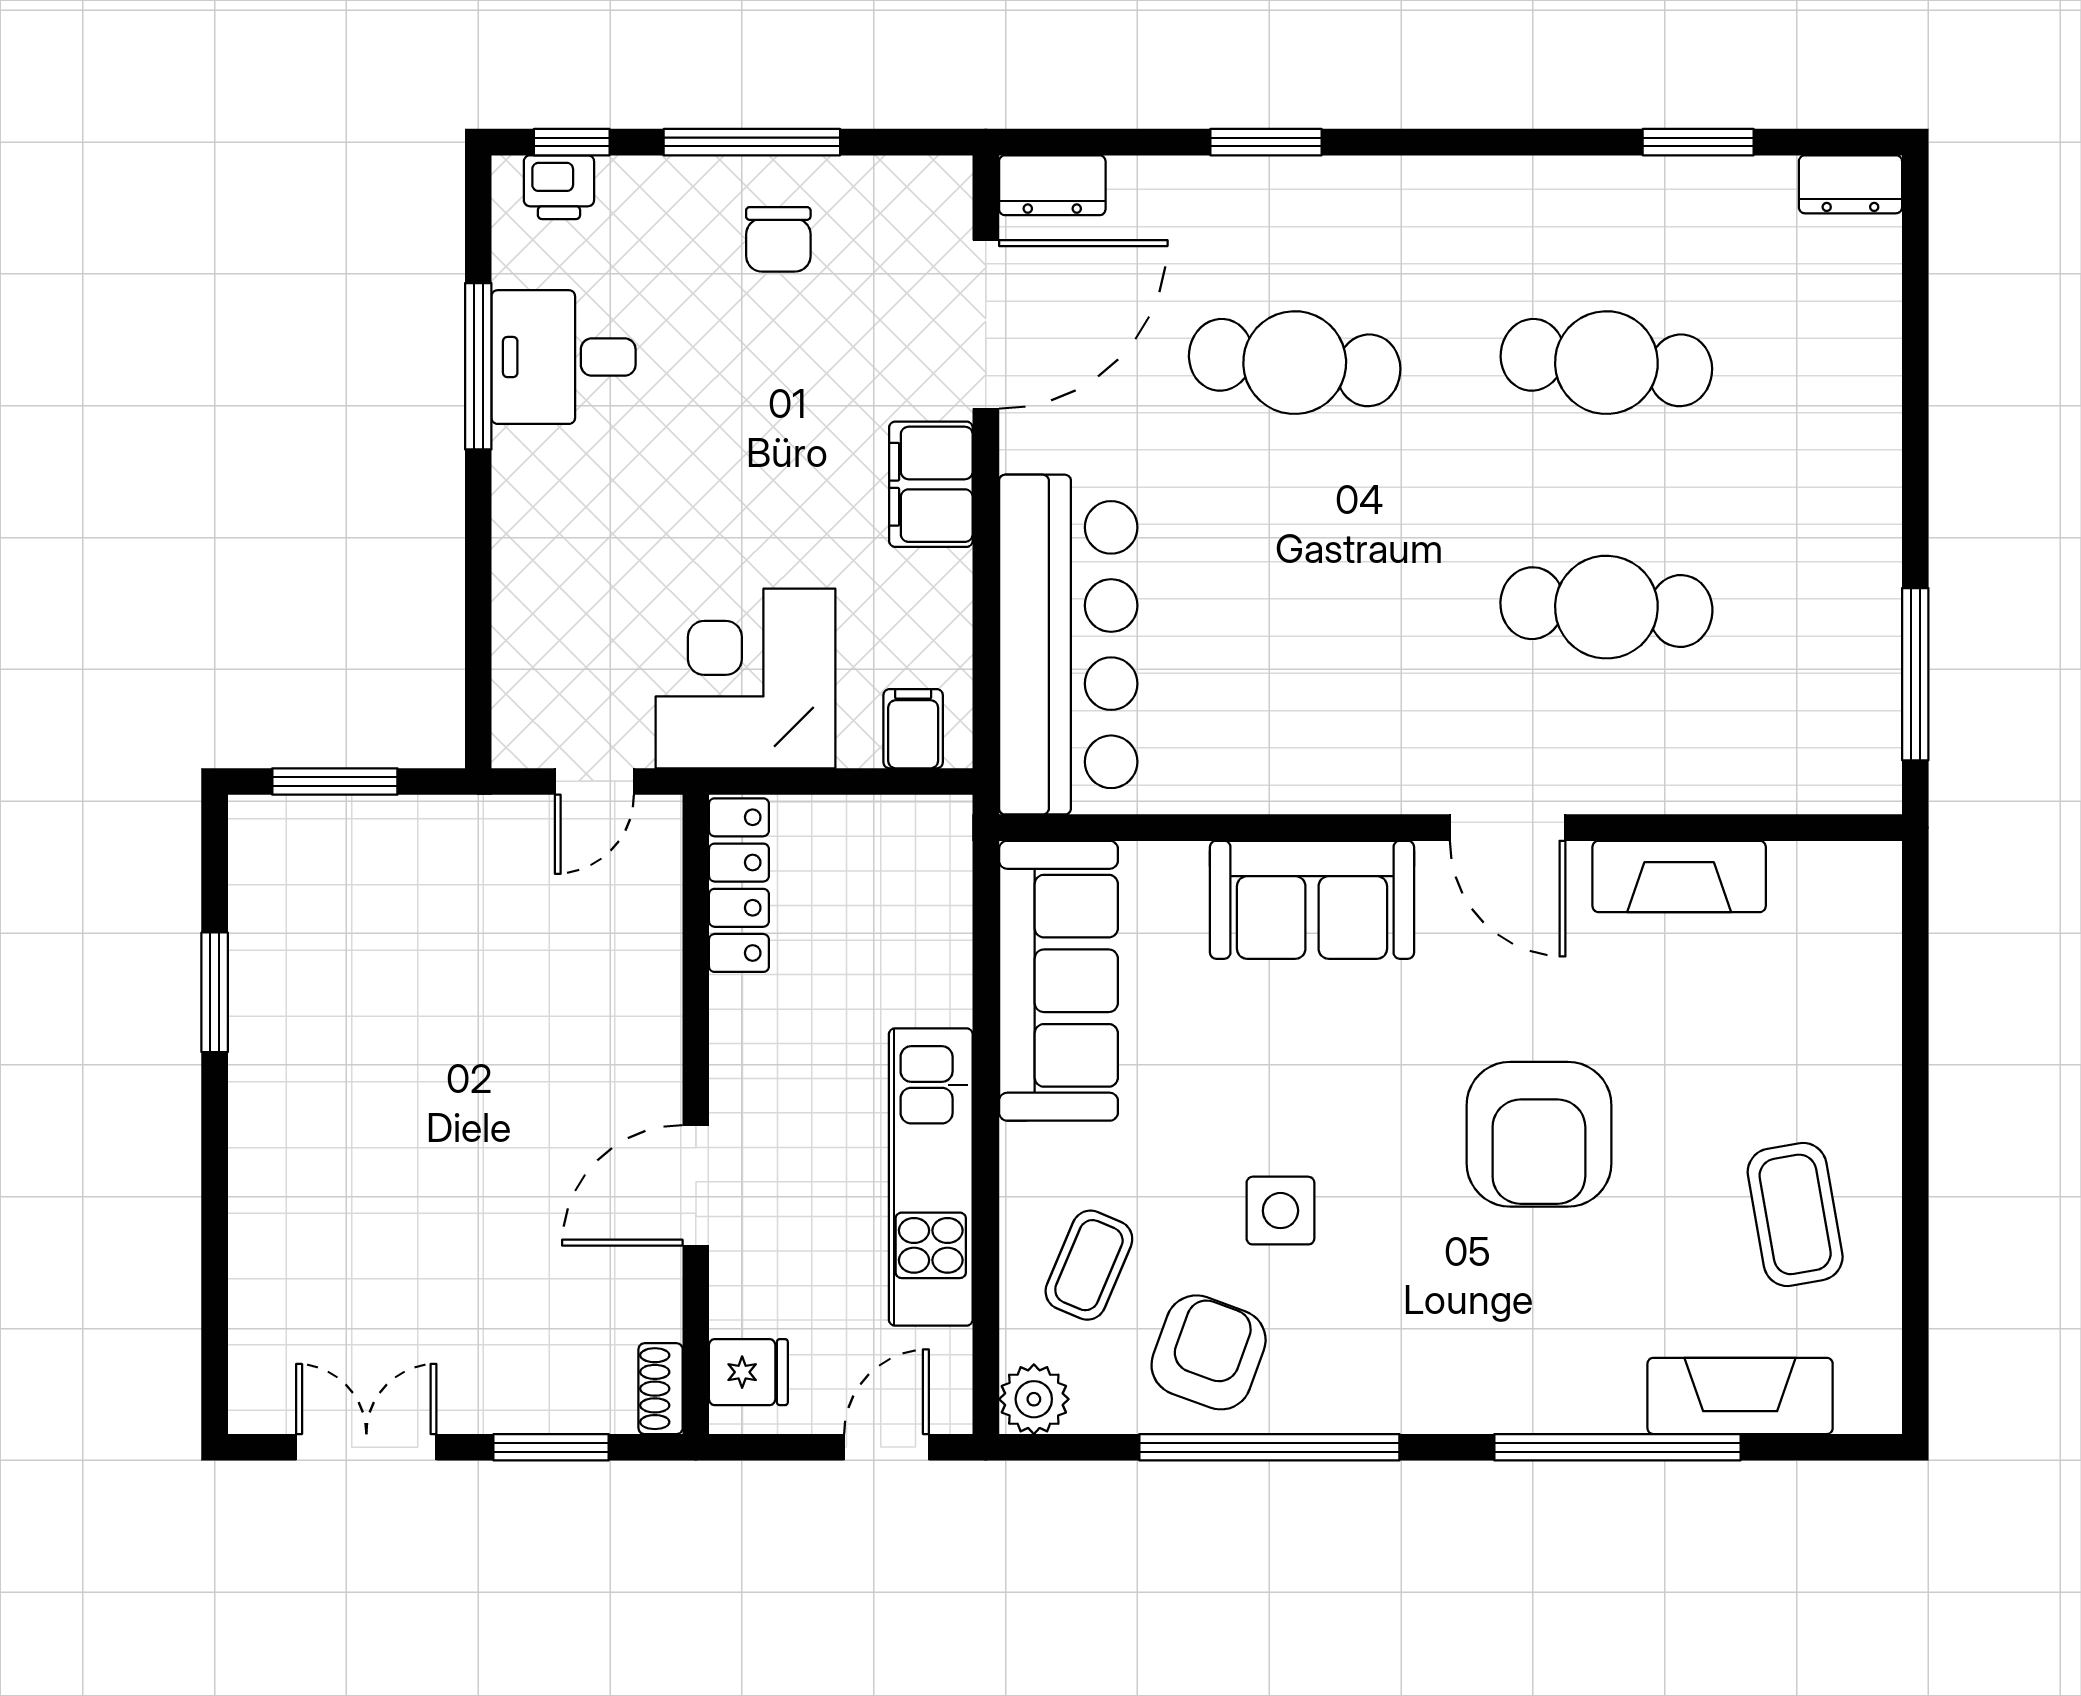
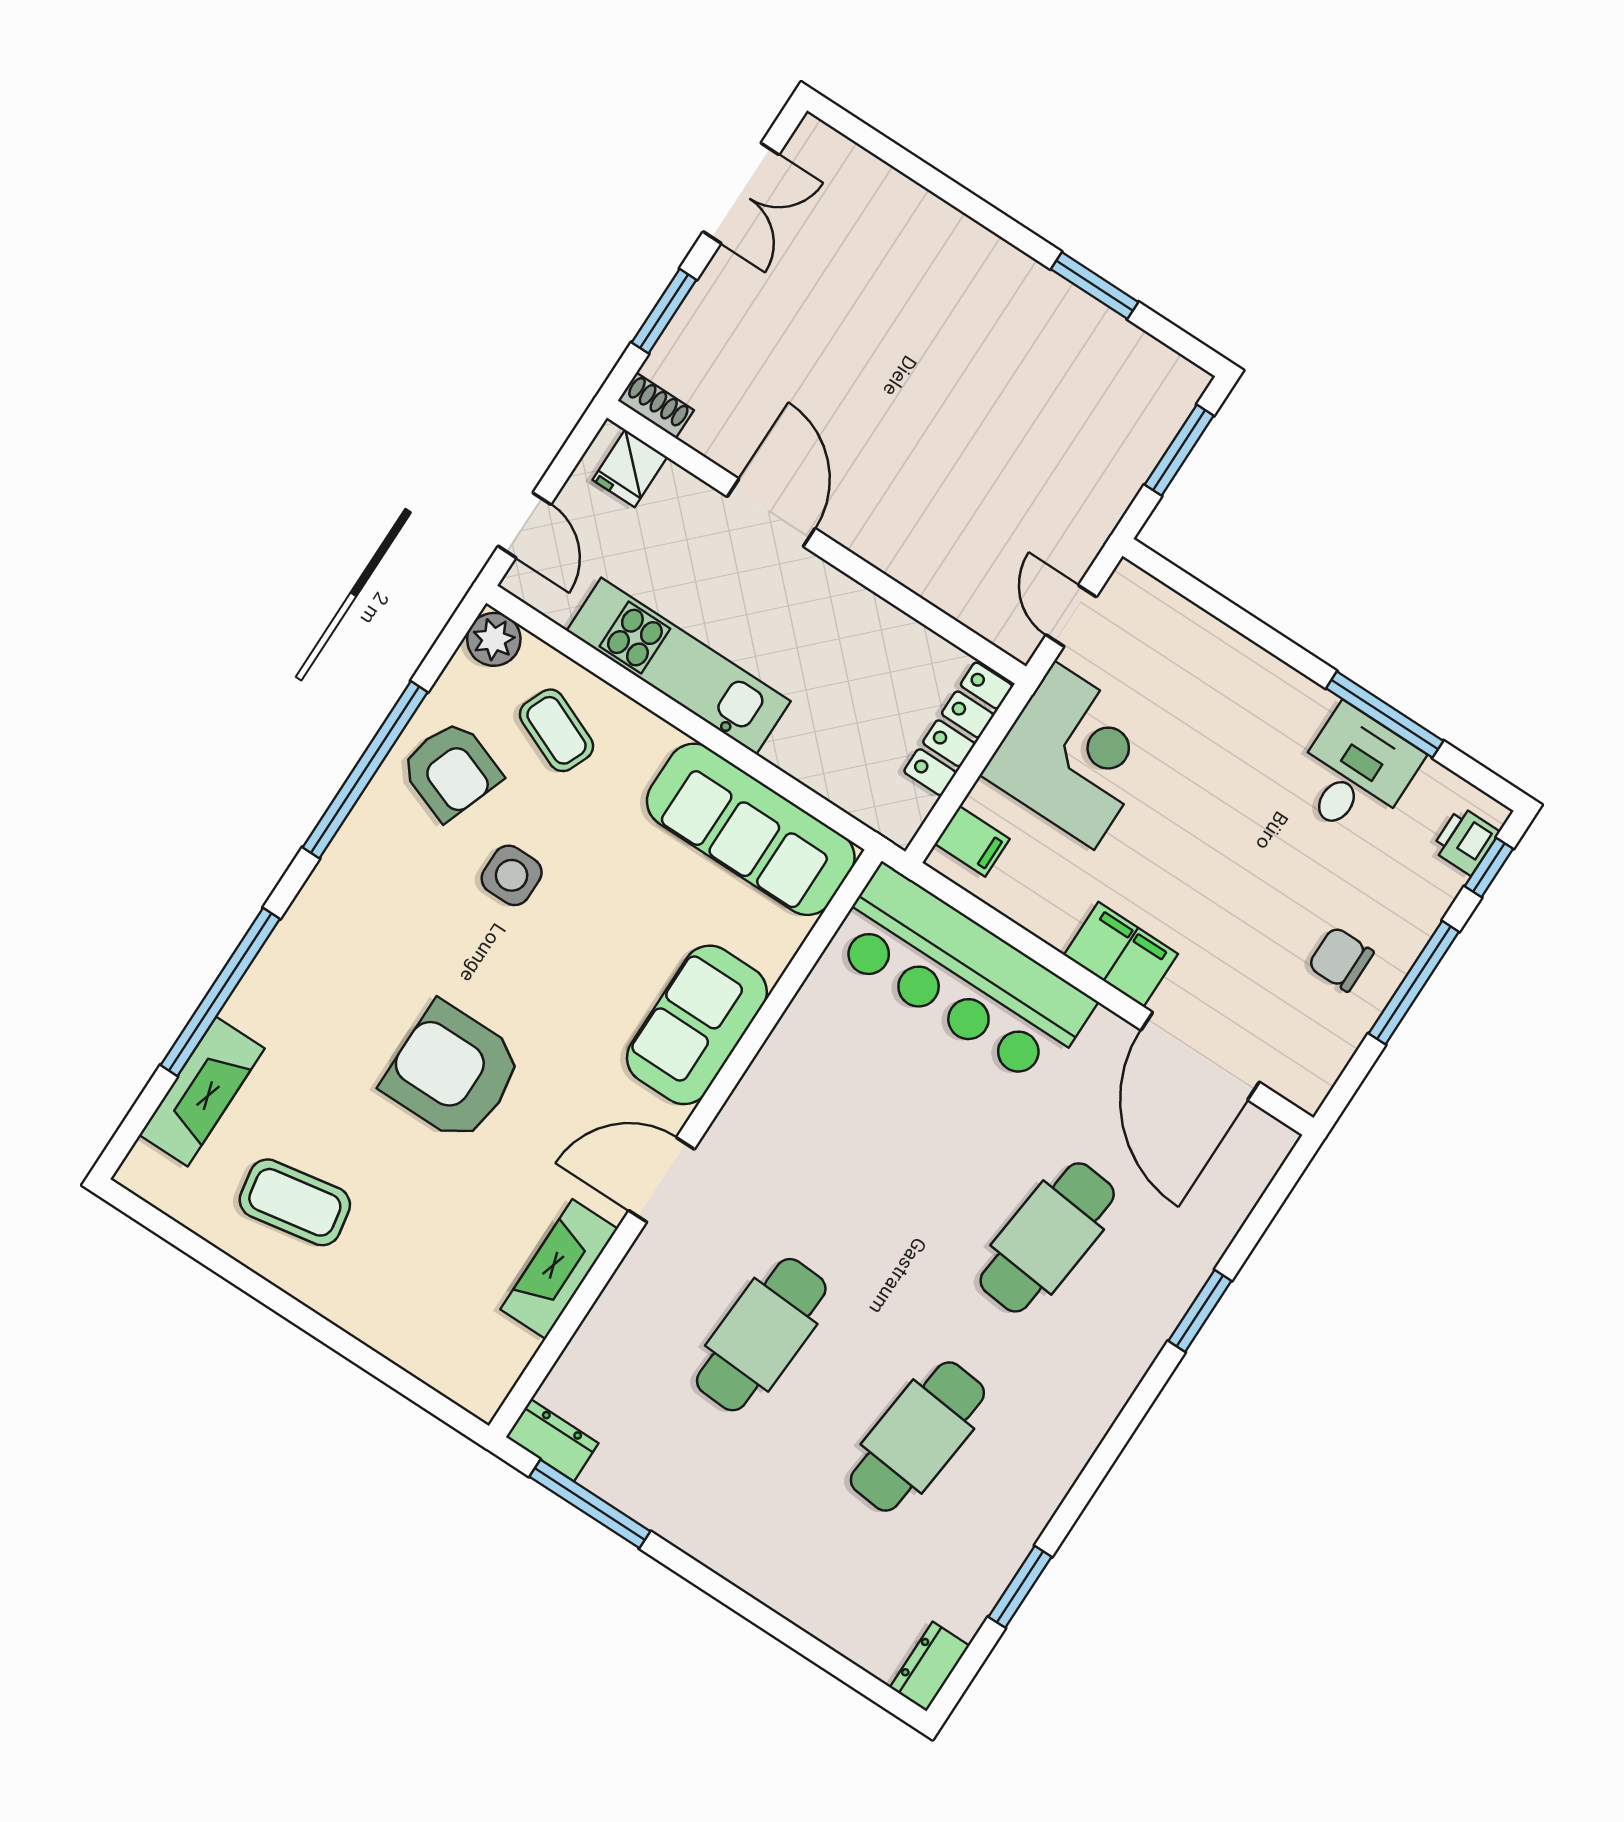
dresser: (1052, 185) -> (552, 1440), moved, turned 90
locker: (739, 885) -> (958, 729), moved, turned 90

